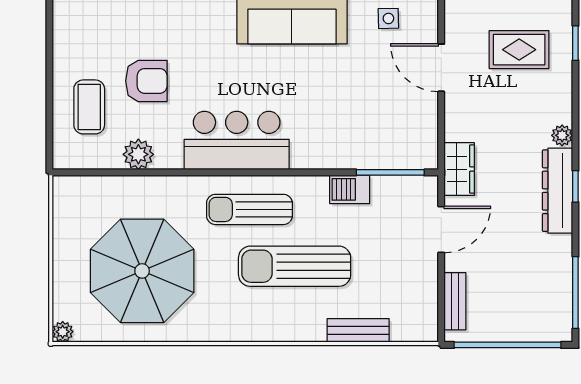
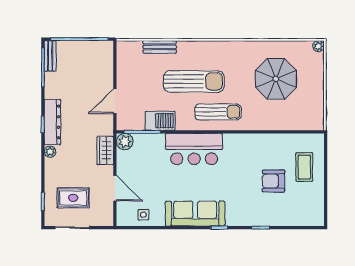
bar counter: (237, 140) -> (194, 149), moved
plant: (138, 154) -> (125, 142), moved
wardrobe: (459, 169) -> (105, 151), moved
barbecue: (350, 189) -> (160, 121), width x1.38, depth x1.27
parasol: (142, 271) -> (276, 79), width x0.73, depth x0.73
bench: (455, 301) -> (50, 56), moved

